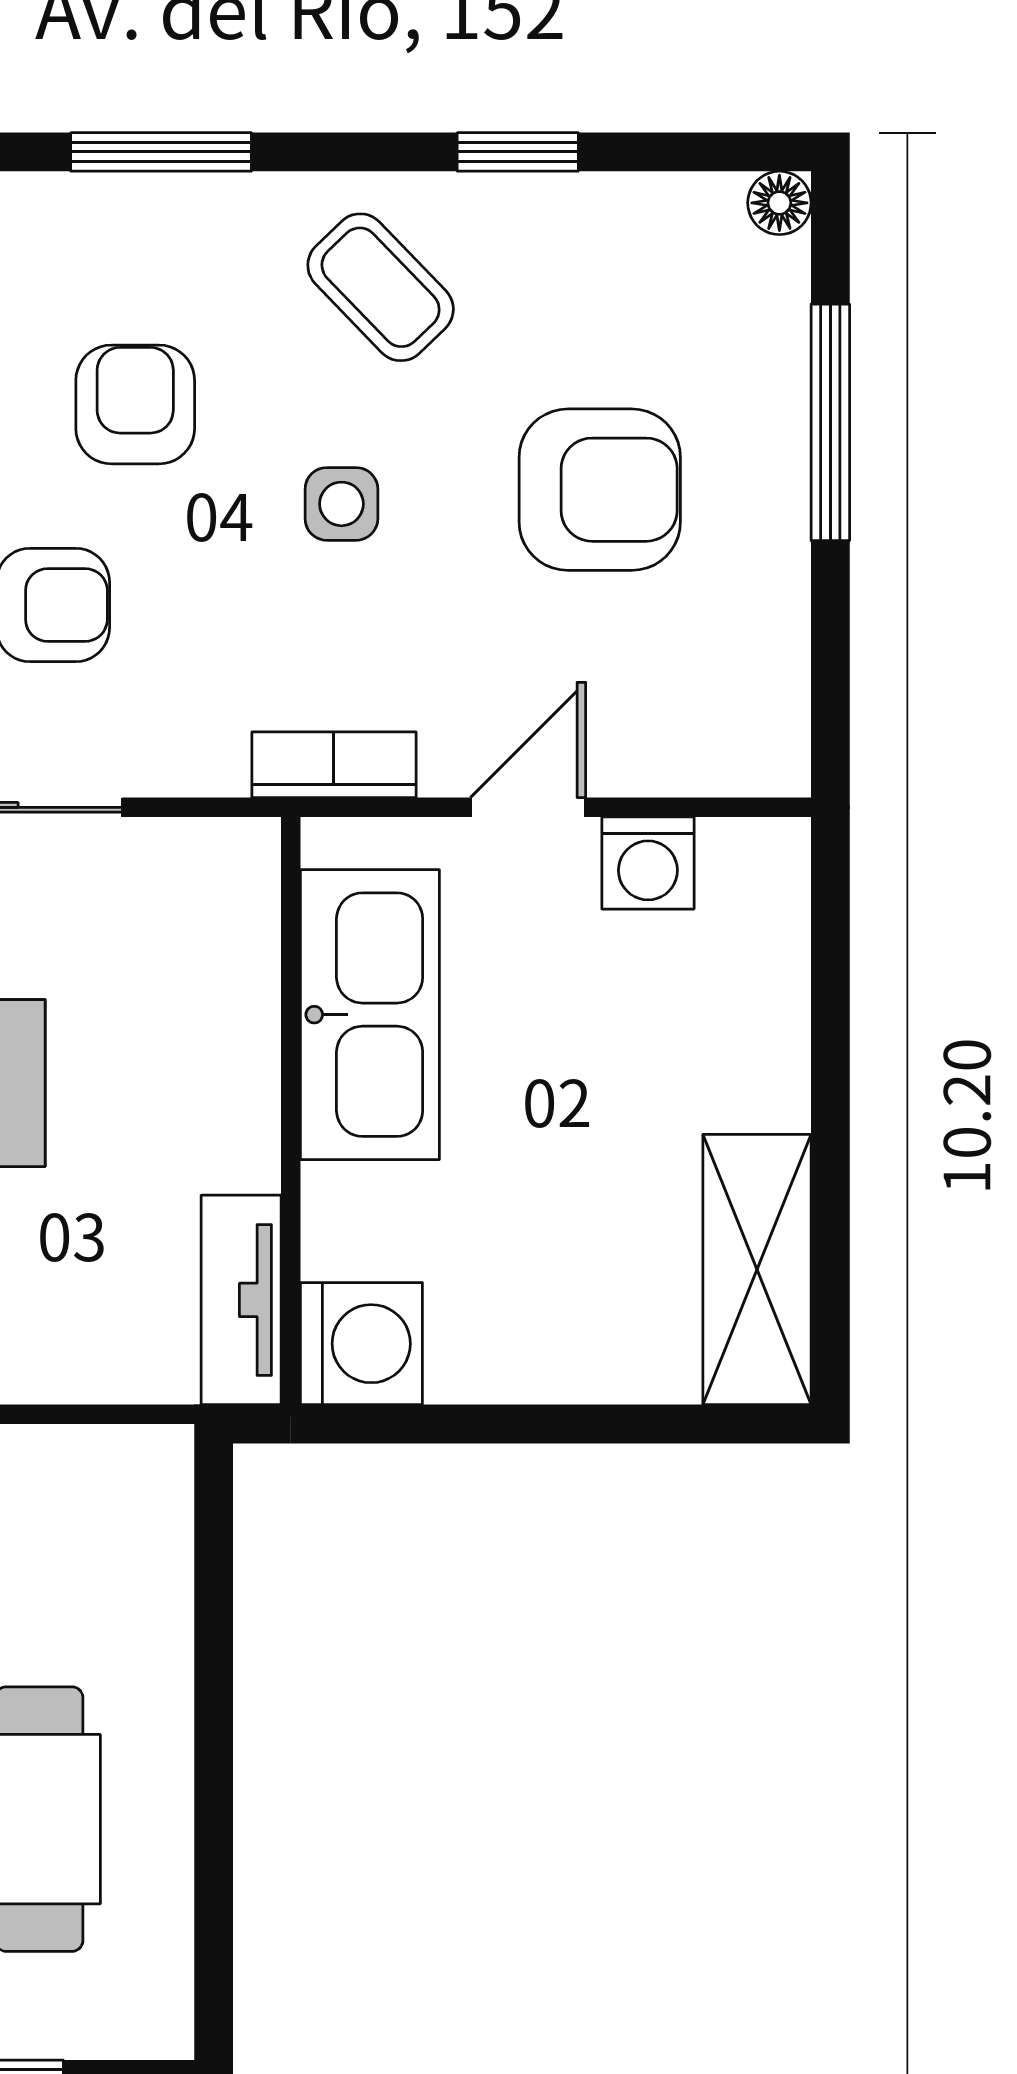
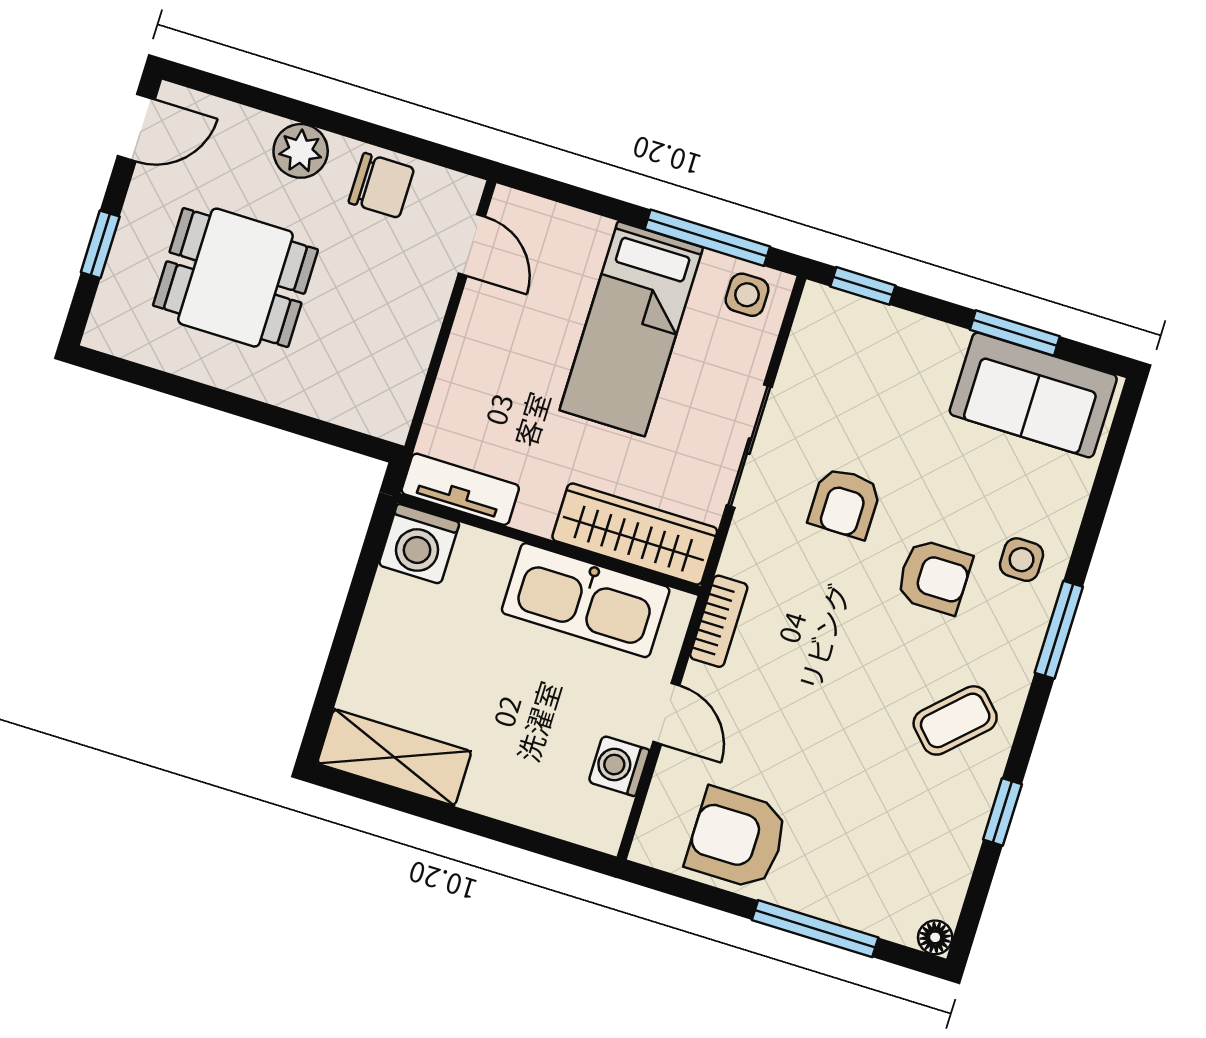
armchair: (600, 490) -> (737, 838), moved, turned 90
side table: (341, 504) -> (1022, 560), moved
wardrobe: (224, 963) -> (635, 534), added

